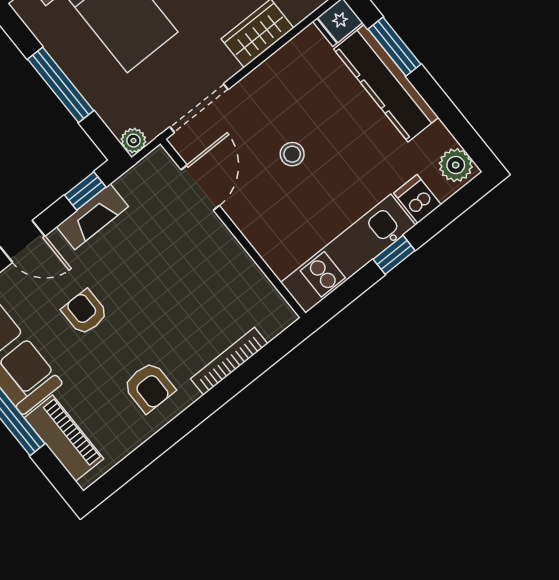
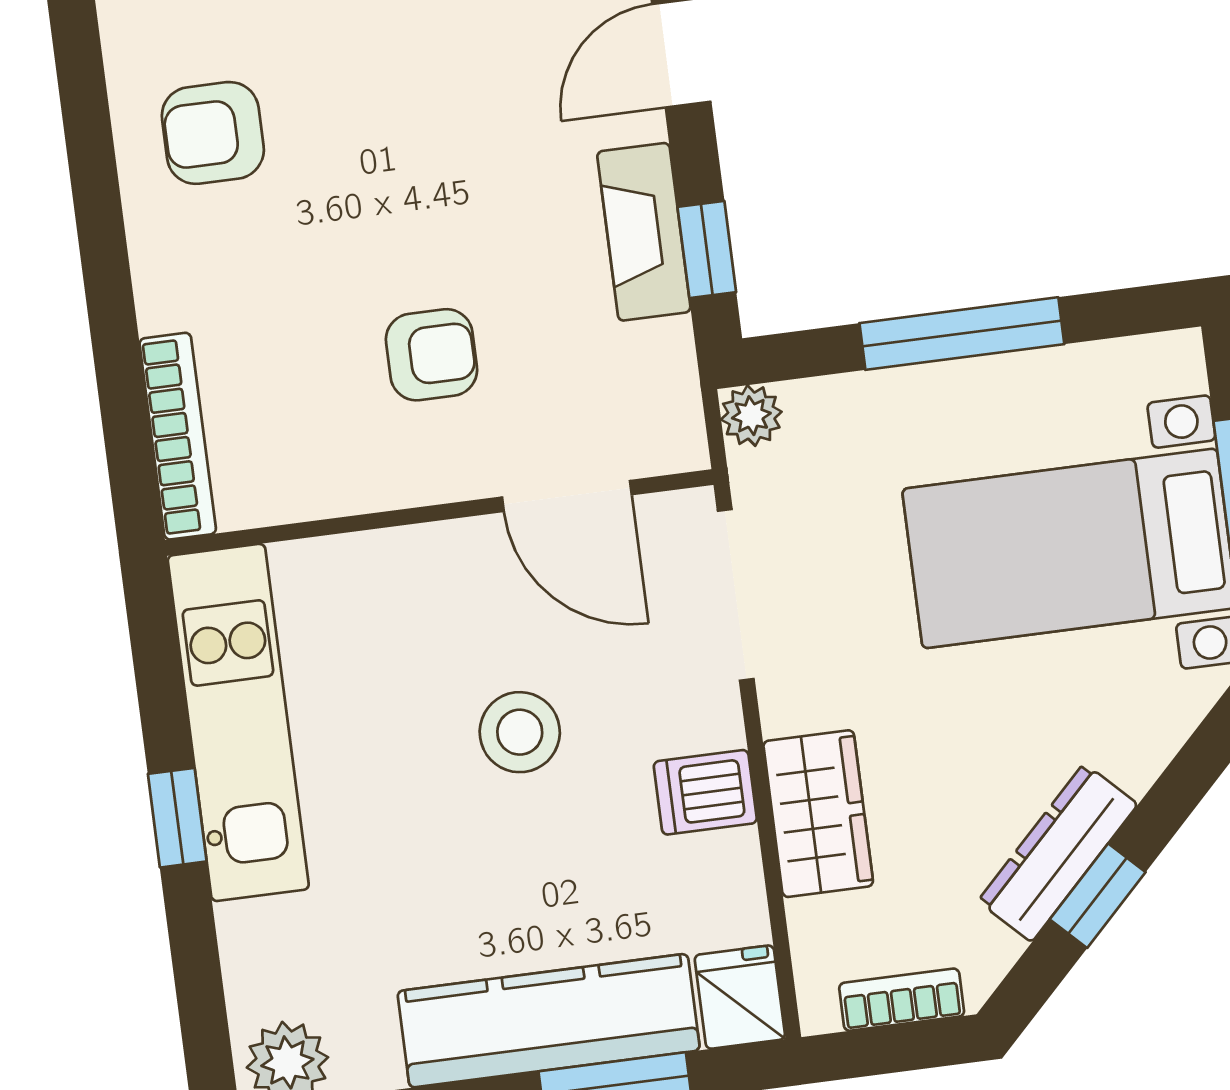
stool: (292, 154) -> (520, 732), width x1.37, depth x1.37
dishwasher: (418, 199) -> (705, 792), moved, turned 180
armchair: (85, 312) -> (431, 355), moved
bookcase: (229, 361) -> (178, 436), moved

